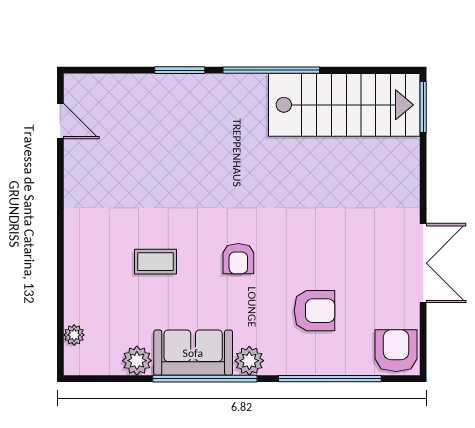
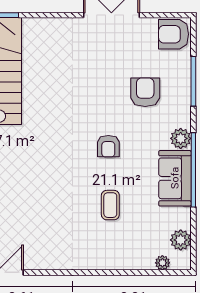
armchair: (238, 259) -> (108, 146), turned 90
plant: (137, 361) -> (181, 240), moved
window: (330, 379) -> (193, 81), width x0.68

